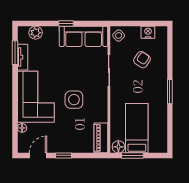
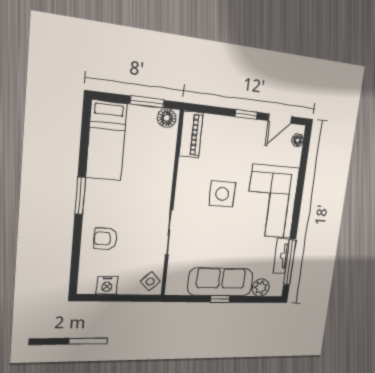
sofa: (84, 36) -> (221, 282), moved
window: (15, 53) -> (290, 262), width x1.44
armchair: (142, 60) -> (105, 239), moved, turned 56
floor lamp: (22, 128) -> (298, 140), moved
bed: (137, 128) -> (106, 141), moved

